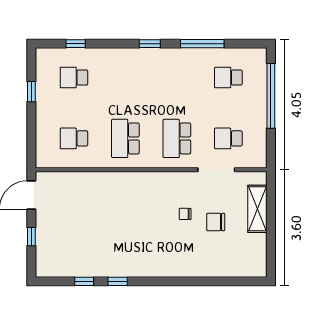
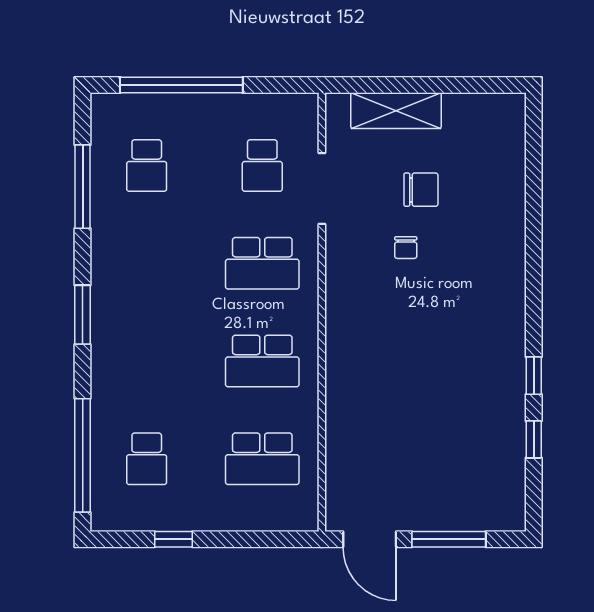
window: (76, 44) -> (83, 455), width x3.17
window: (150, 44) -> (83, 315), width x1.50
window: (202, 44) -> (83, 187), moved
school desk: (74, 138) -> (262, 459), width x1.85
chair: (216, 222) -> (421, 190), turned -90
window: (31, 237) -> (449, 539), width x2.17

